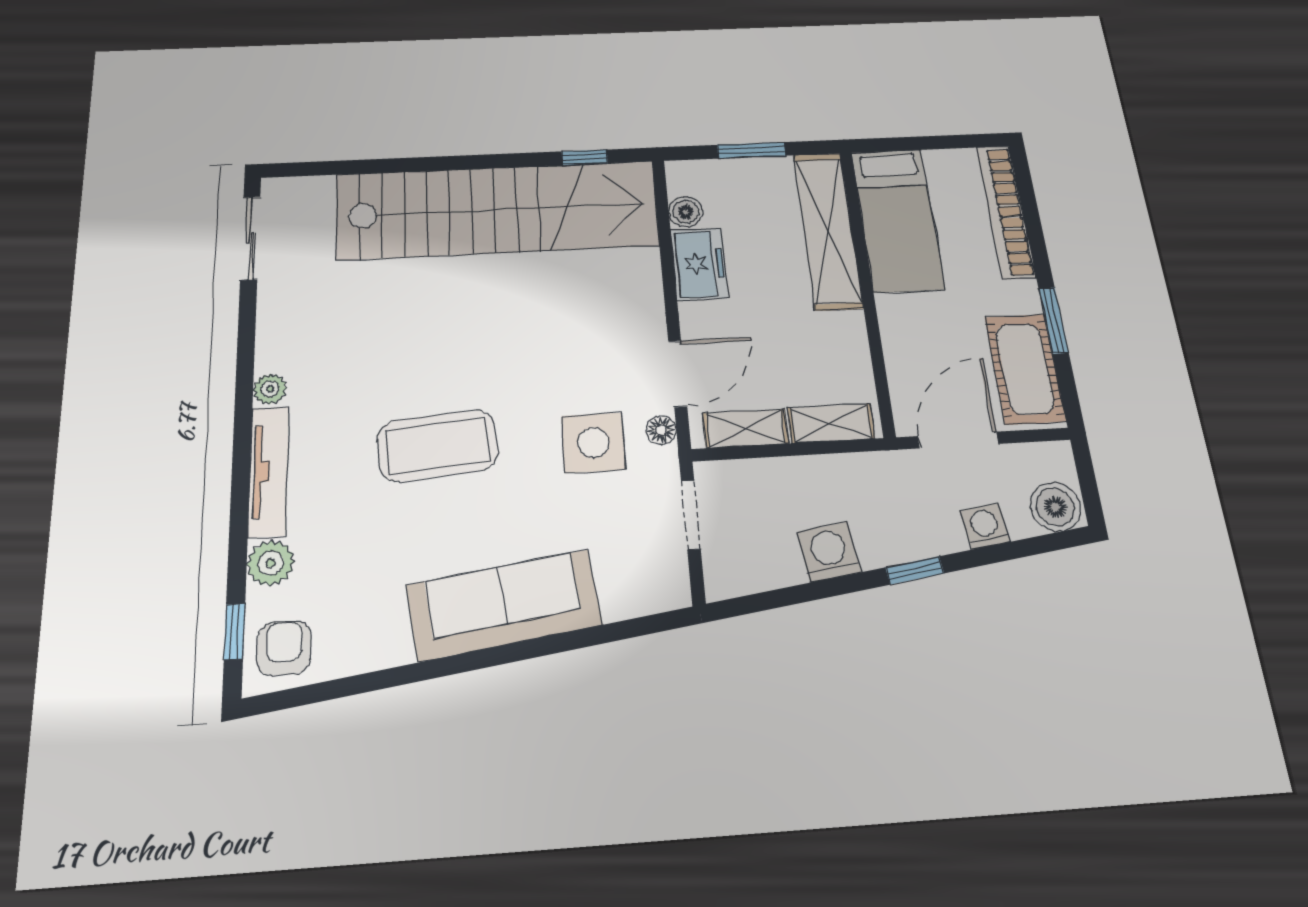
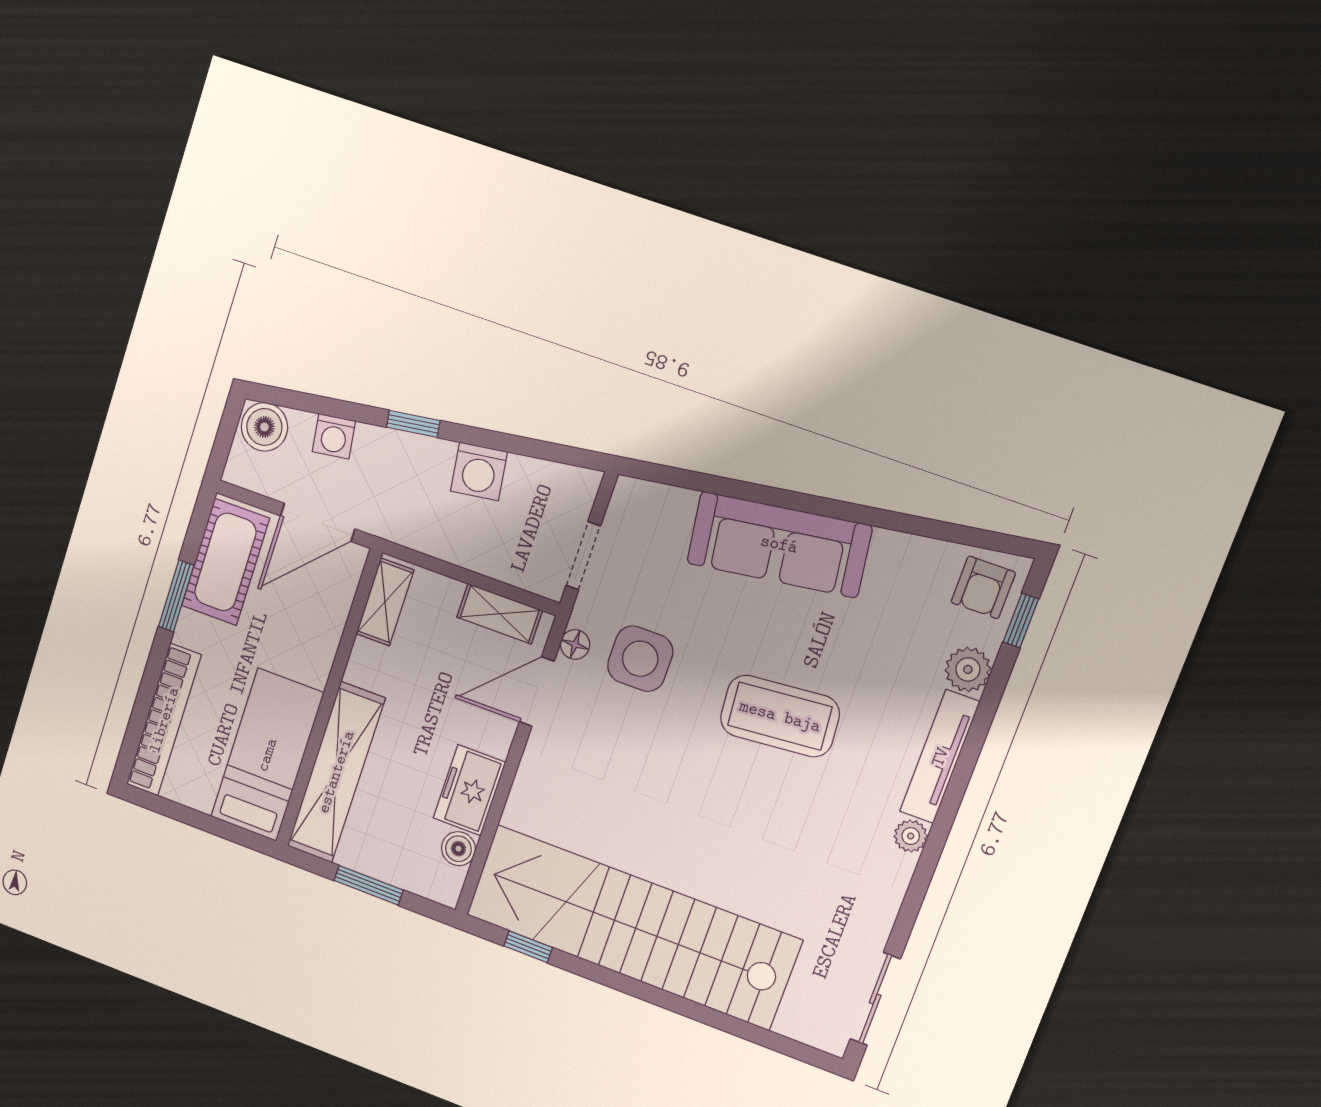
shelving: (831, 423) -> (385, 602), moved, turned 90

